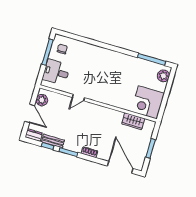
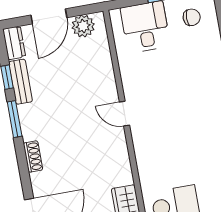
door: (79, 98) -> (124, 114), moved

